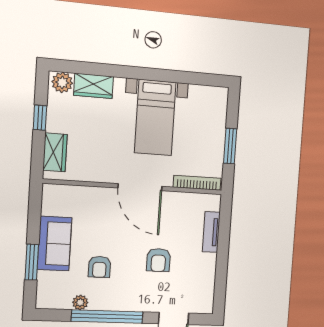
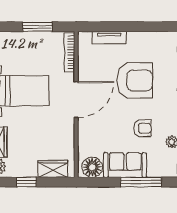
floor lamp: (54, 202) -> (92, 167), added
armchair: (158, 260) -> (135, 80), width x1.88, depth x1.88
window: (32, 262) -> (141, 182), width x1.44

